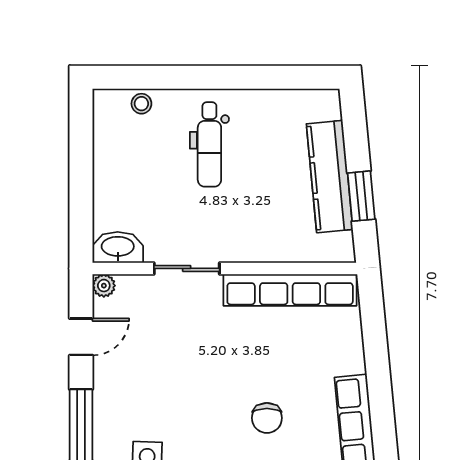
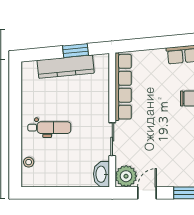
plant: (104, 286) -> (126, 176), width x1.88, depth x1.88
door: (81, 337) -> (147, 193), hinge flipped

